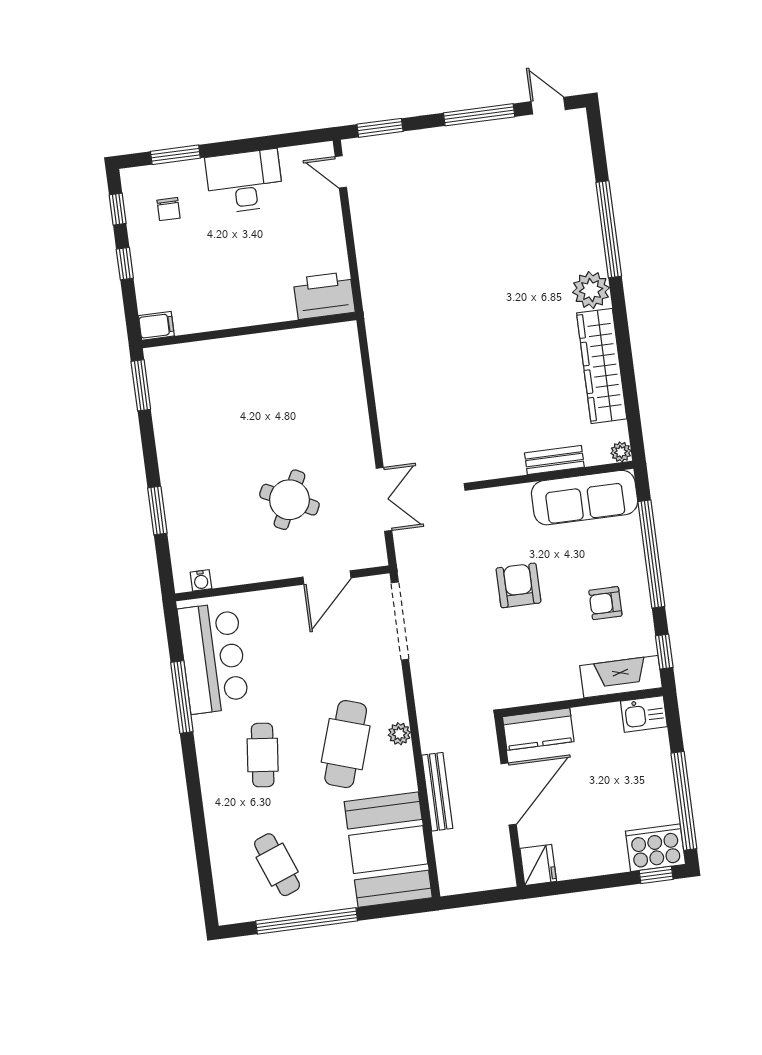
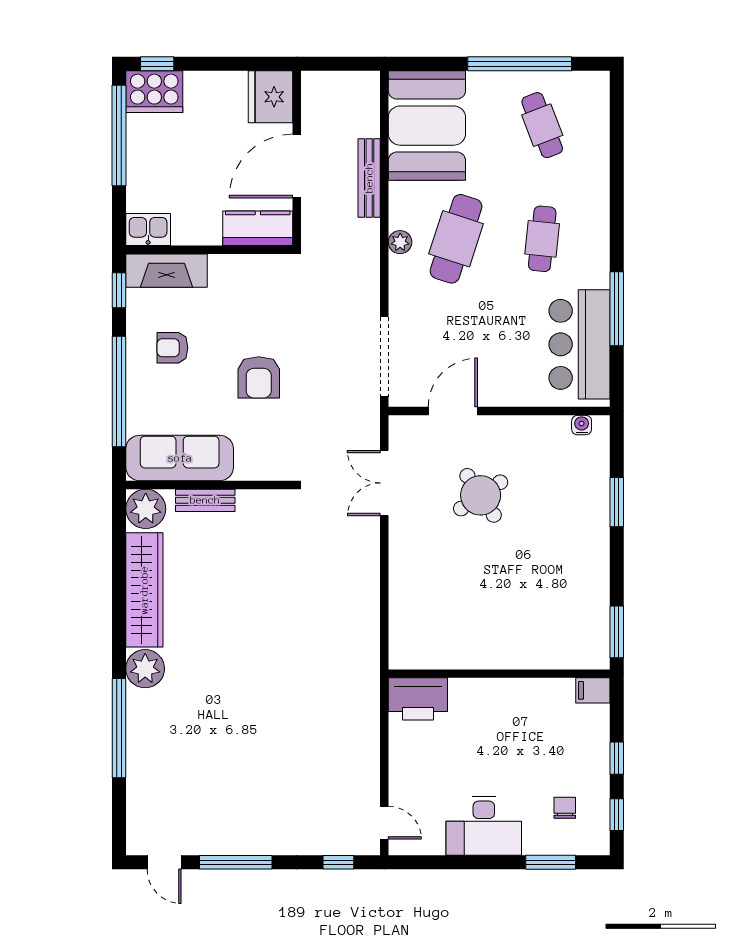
window: (380, 128) -> (338, 862), width x0.67
plant: (621, 452) -> (146, 509), width x1.88, depth x1.88
round table: (289, 500) -> (481, 495), turned 30
armchair: (605, 603) -> (172, 348), turned 180
fridge: (538, 865) -> (271, 97), width x1.36, depth x1.34

